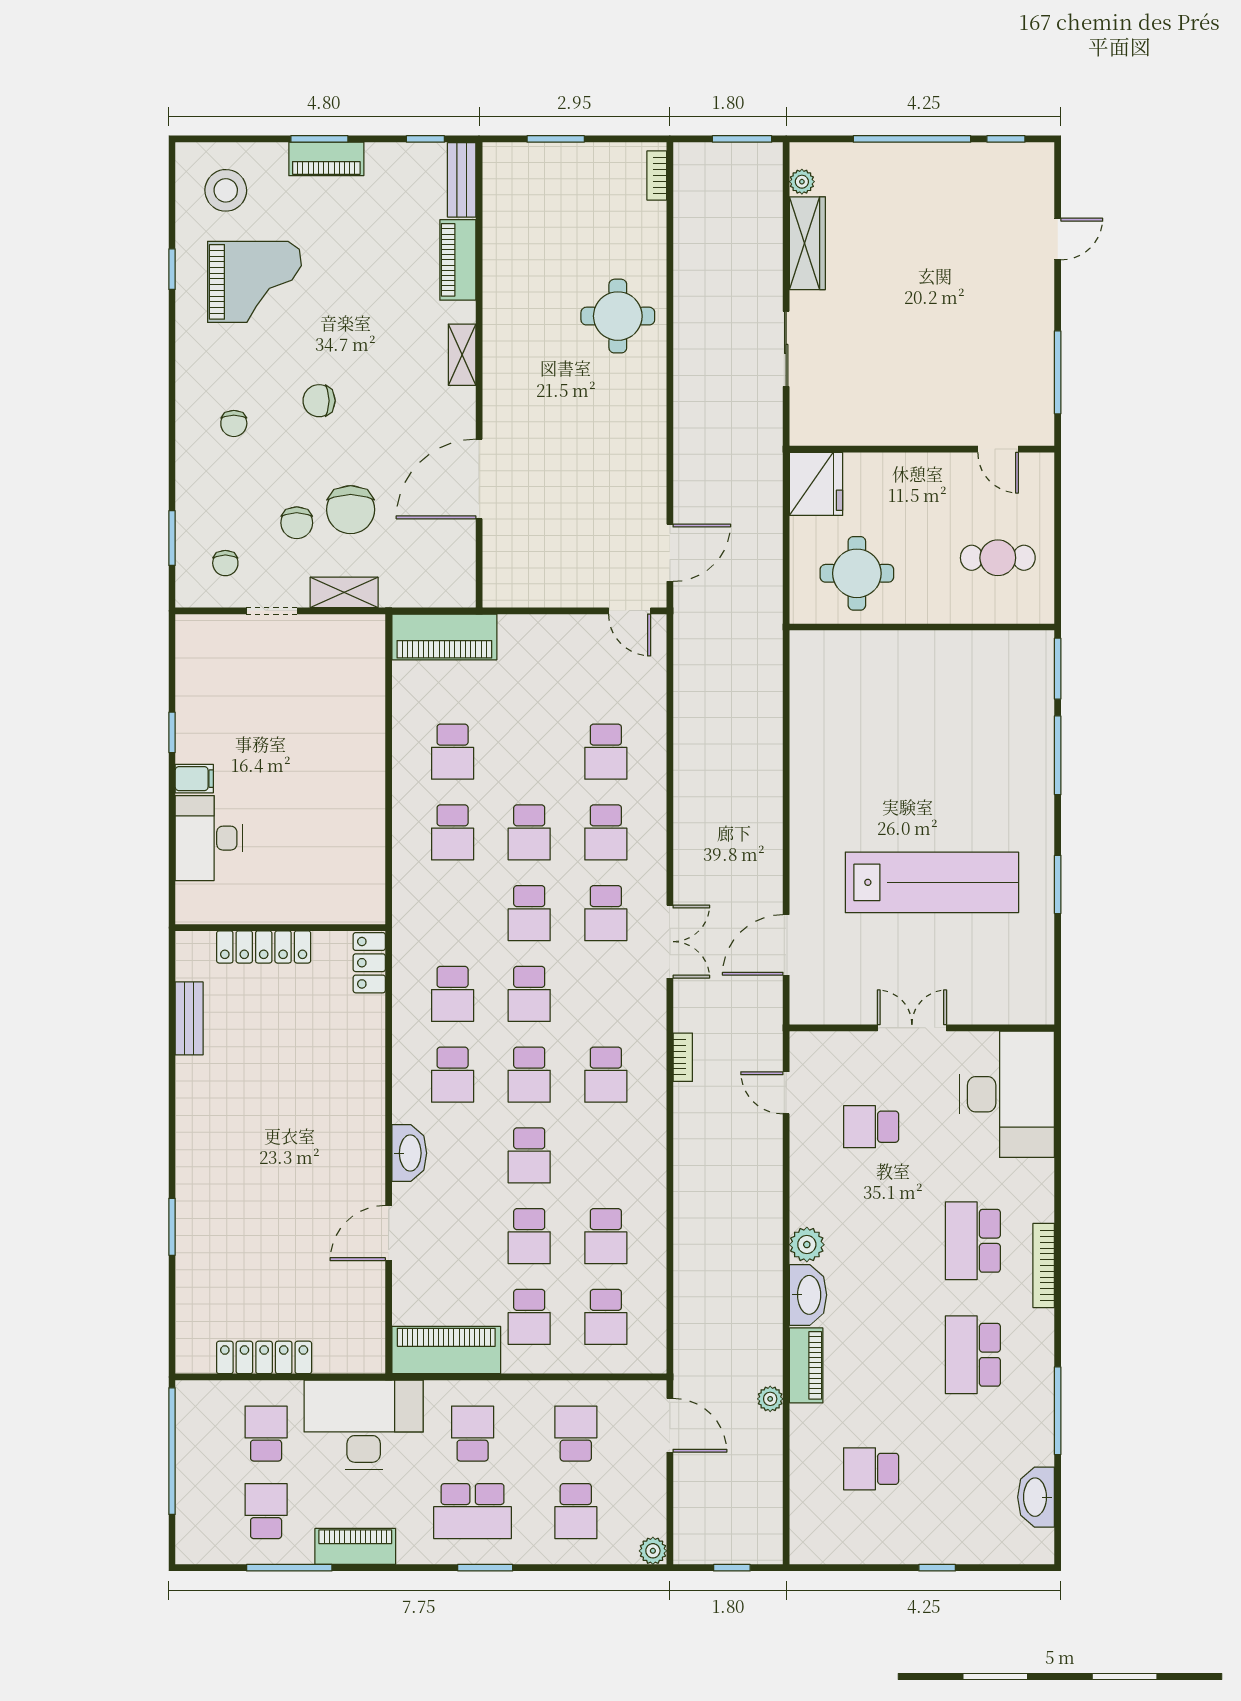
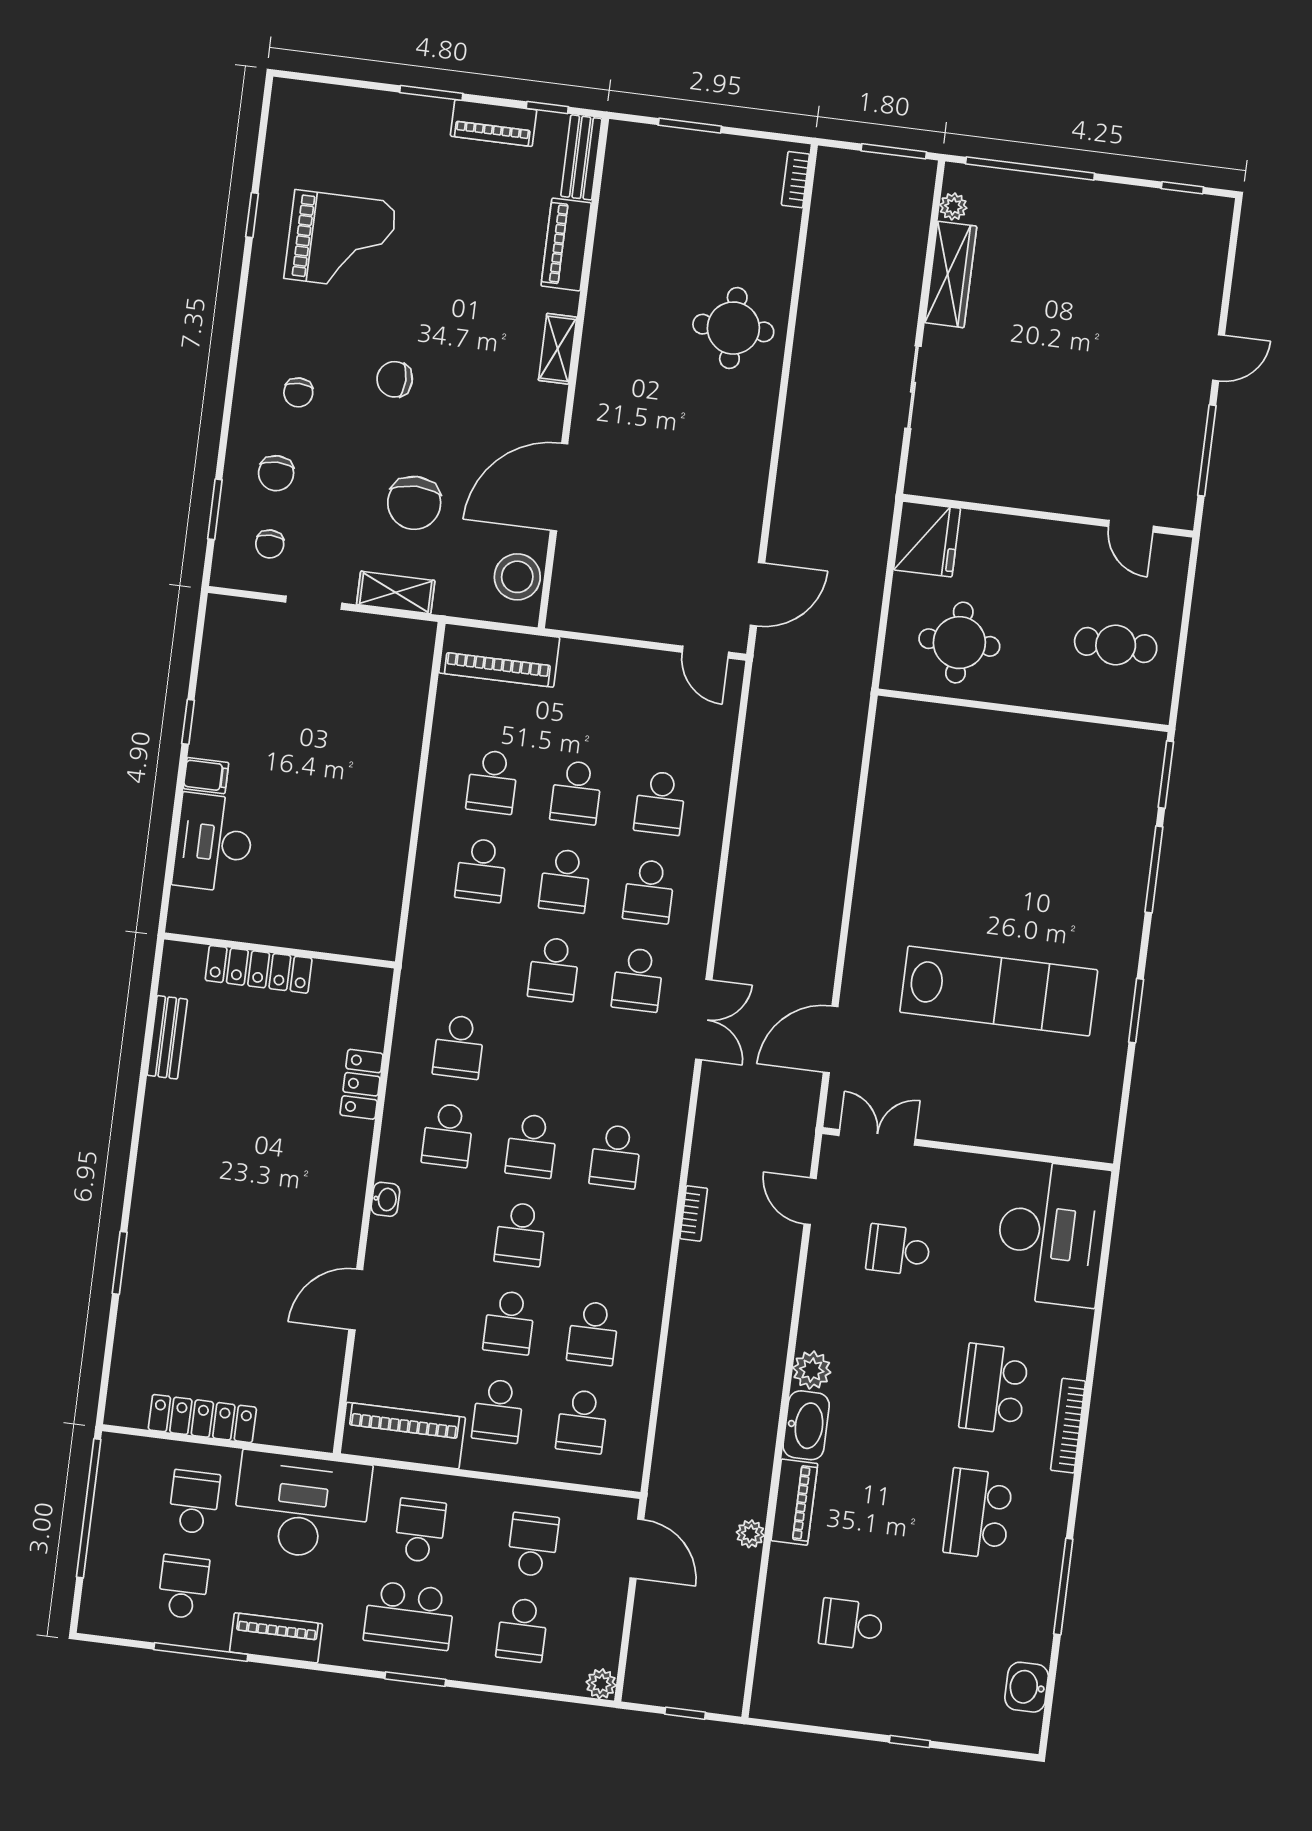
window: (912, 139) -> (1030, 169), moved
piano: (326, 159) -> (494, 123), moved
stool: (226, 190) -> (517, 577), moved
door: (1058, 239) -> (1219, 358), moved
chair: (297, 523) -> (276, 473), moved
locker: (369, 963) -> (362, 1084), moved
school desk: (529, 994) -> (576, 792), moved
double door: (912, 1028) -> (877, 1137), moved
bookcase: (683, 1057) -> (694, 1213), moved
washbasin: (409, 1153) -> (385, 1199), width x0.52, depth x0.69
washbasin: (1036, 1497) -> (1027, 1687), width x0.72

